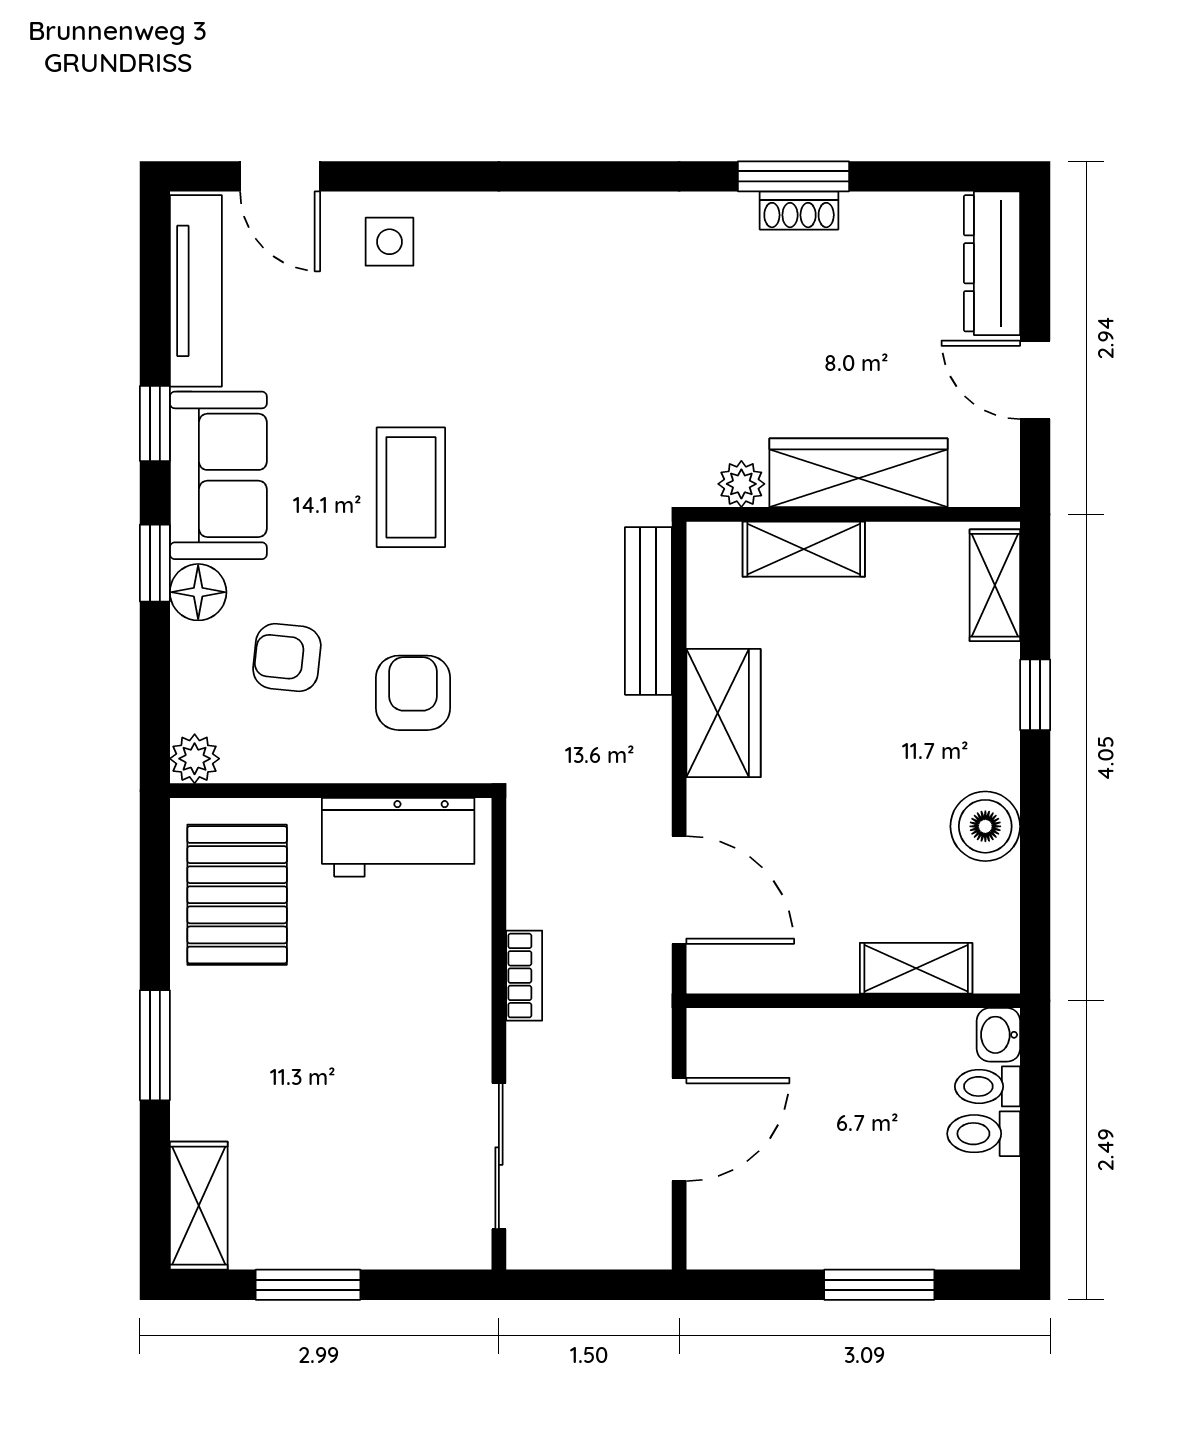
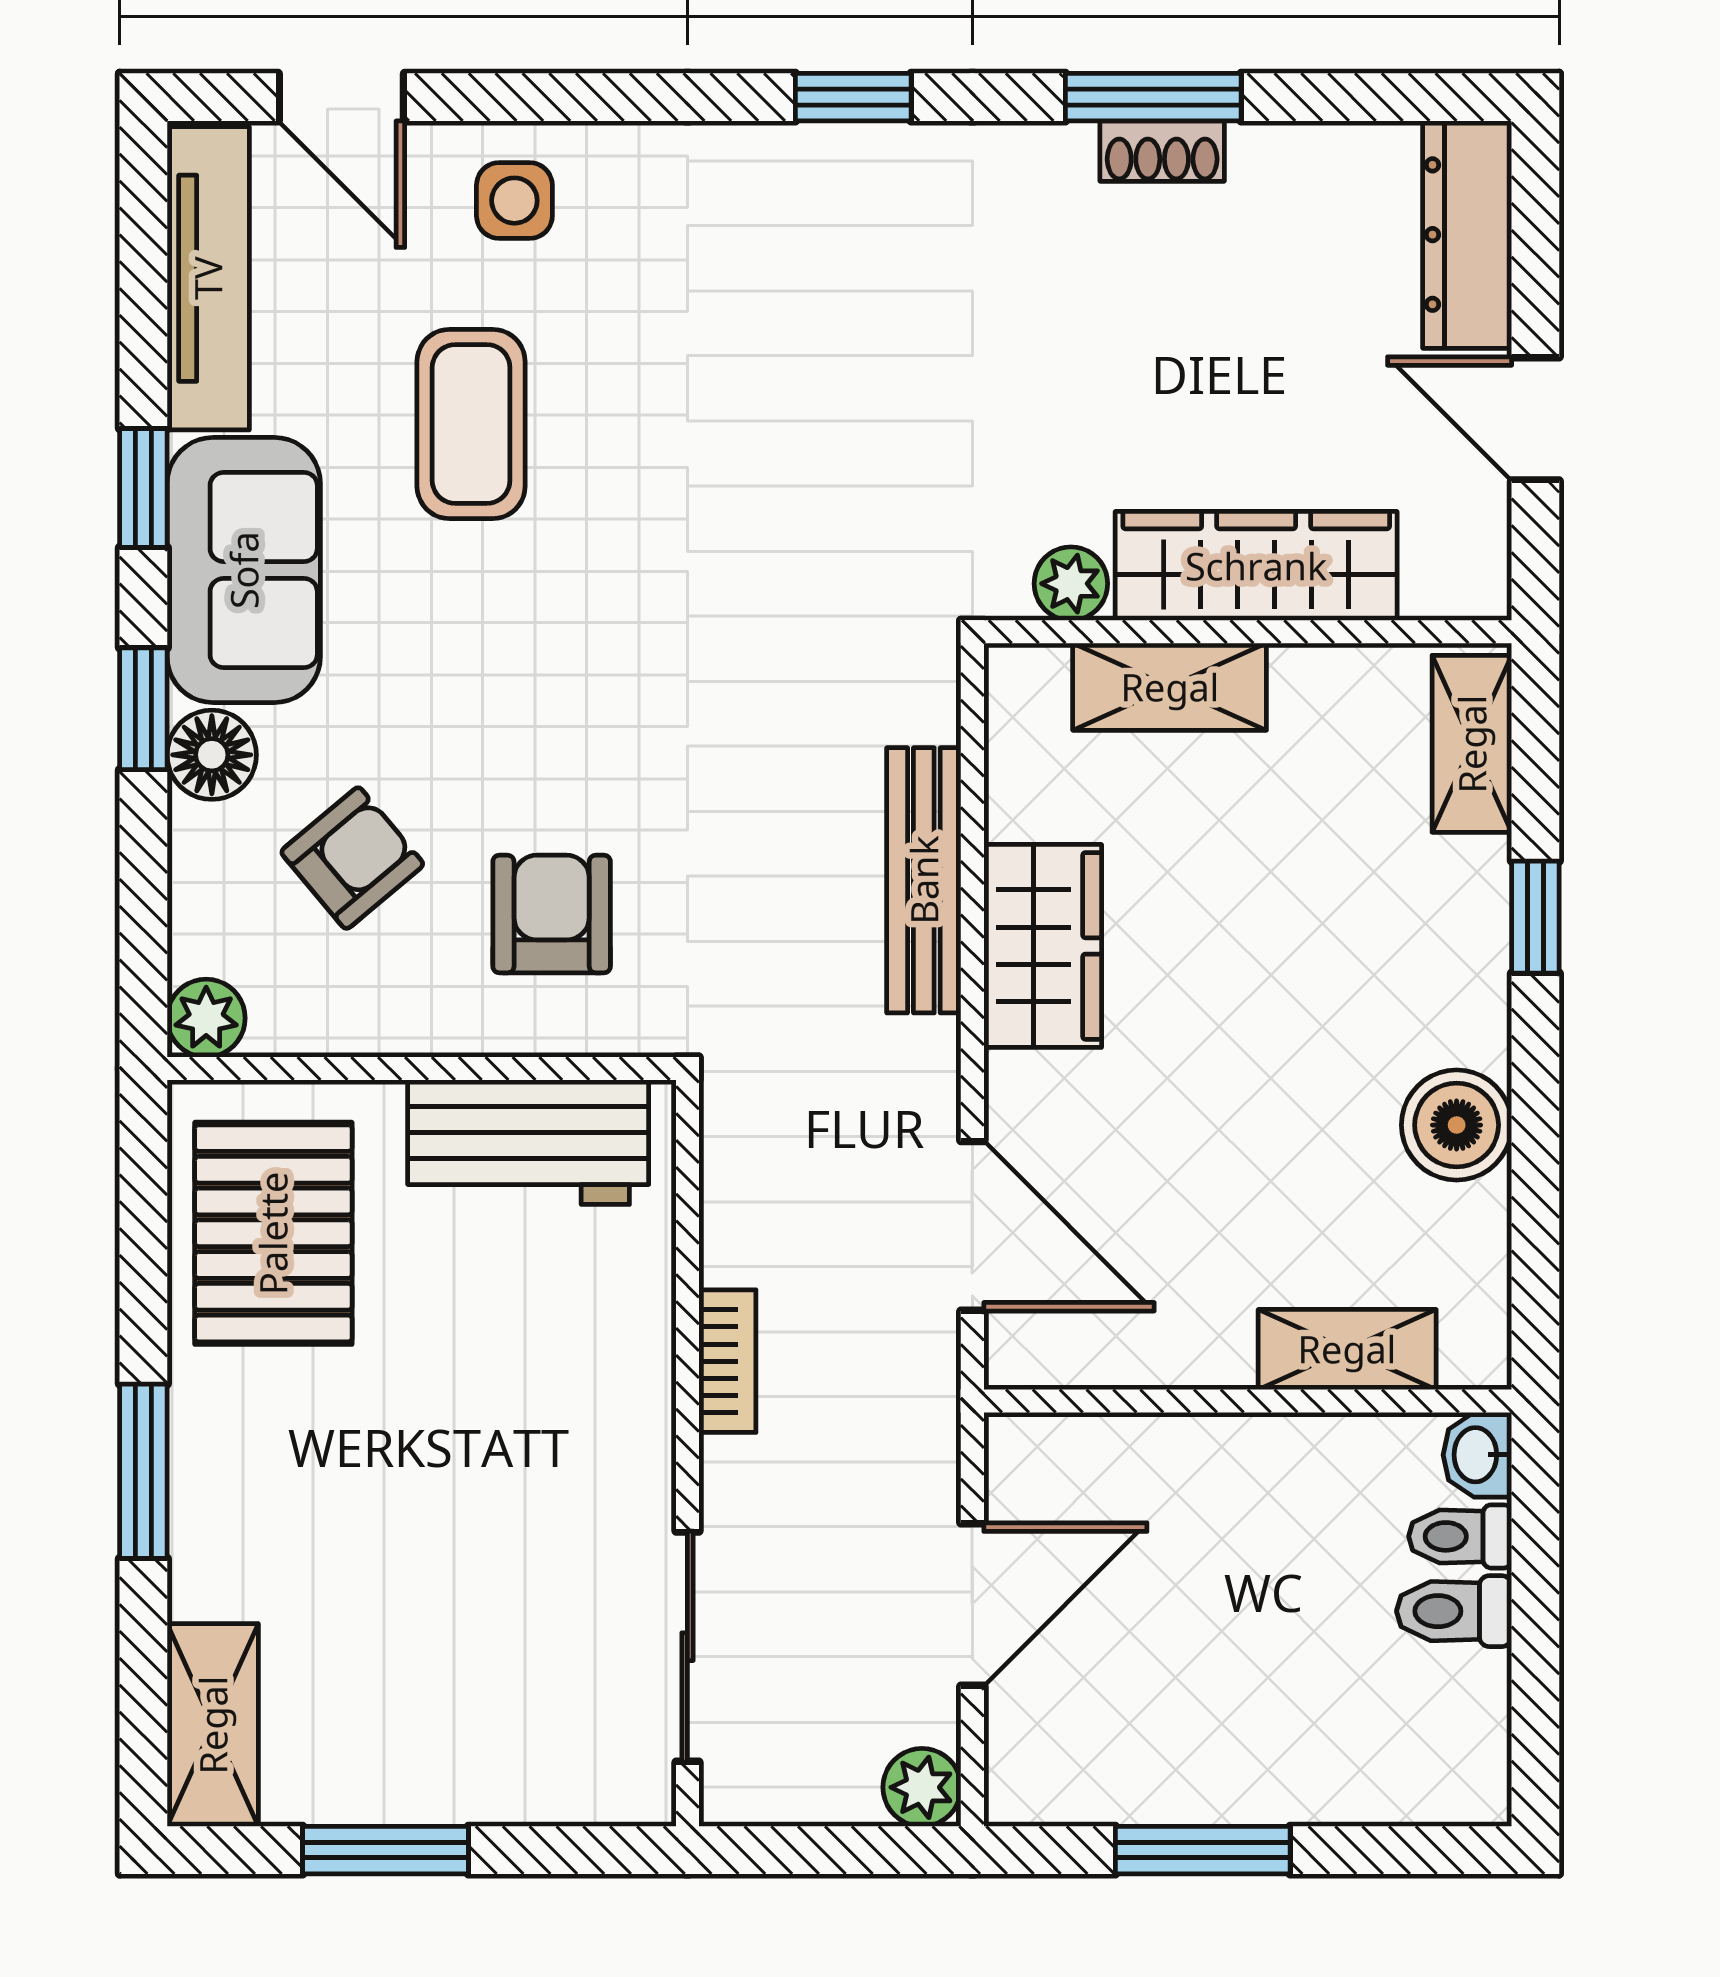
window: (604, 176) -> (853, 97), added
coffee table: (411, 487) -> (471, 424), moved
bench: (648, 611) -> (924, 880), moved
armchair: (287, 658) -> (352, 858), turned 134
plant: (647, 1245) -> (922, 1787), added
window: (879, 1285) -> (1203, 1850), moved

